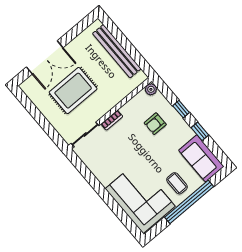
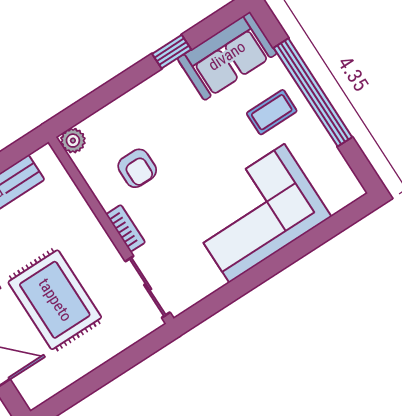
window: (181, 109) -> (121, 84), removed
armchair: (155, 124) -> (137, 168), moved
corner sofa: (140, 198) -> (257, 213), moved

